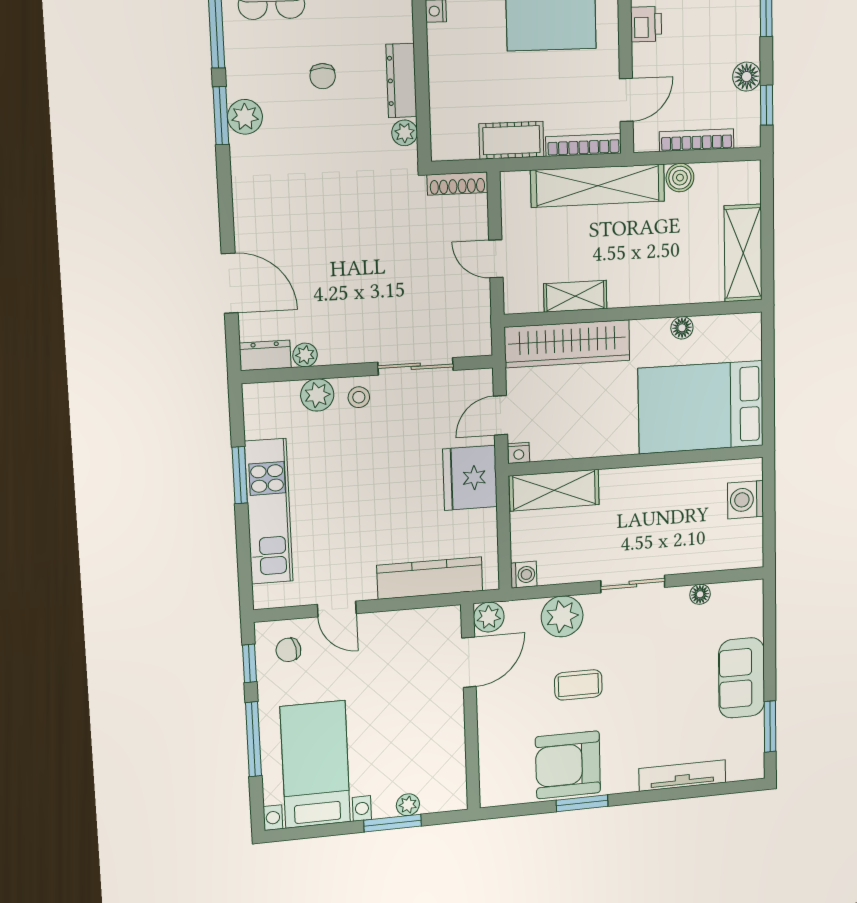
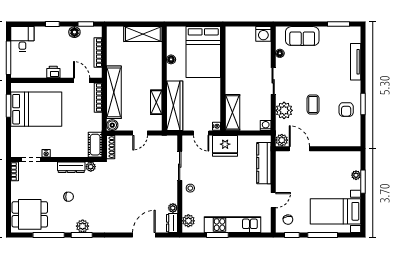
cot: (511, 140) -> (95, 145), moved
boiler: (680, 178) -> (112, 125), moved
plant: (317, 395) -> (188, 221), moved
washing machine: (745, 500) -> (263, 34), moved
sofa: (742, 678) -> (302, 36), moved
armchair: (568, 765) -> (346, 110), width x0.53, depth x0.53

